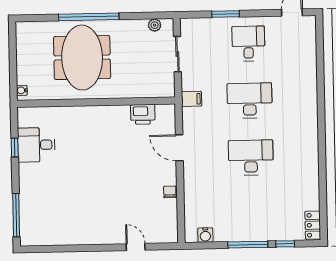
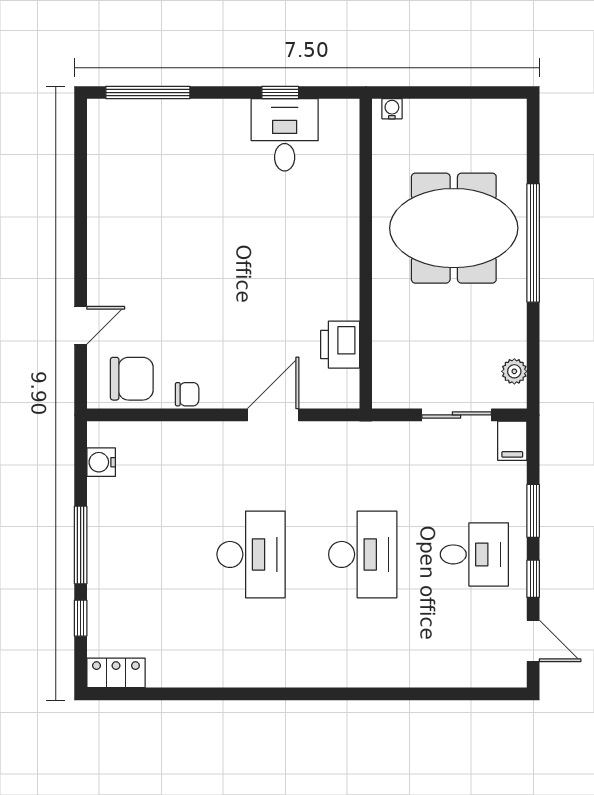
window: (260, 13) -> (533, 579), added
filing cabinet: (192, 99) -> (512, 441), moved
chair: (162, 220) -> (132, 379), added

